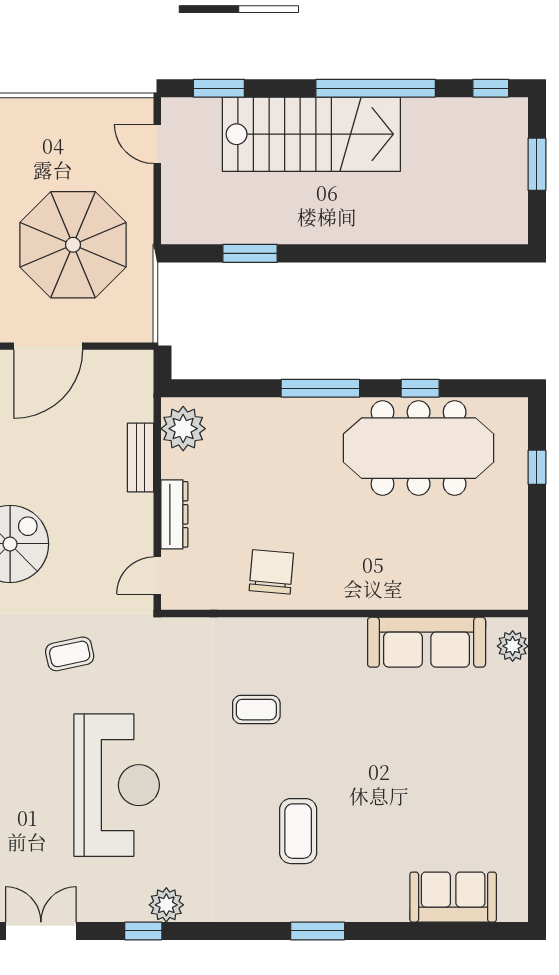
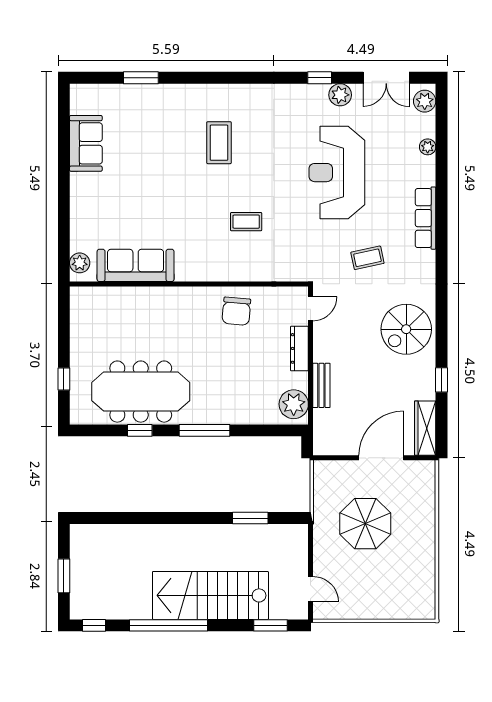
parasol: (73, 245) -> (365, 524), width x0.73, depth x0.73
sofa: (453, 897) -> (86, 143), moved, turned -90
plant: (166, 905) -> (340, 95), moved
window: (318, 931) -> (141, 78), moved

